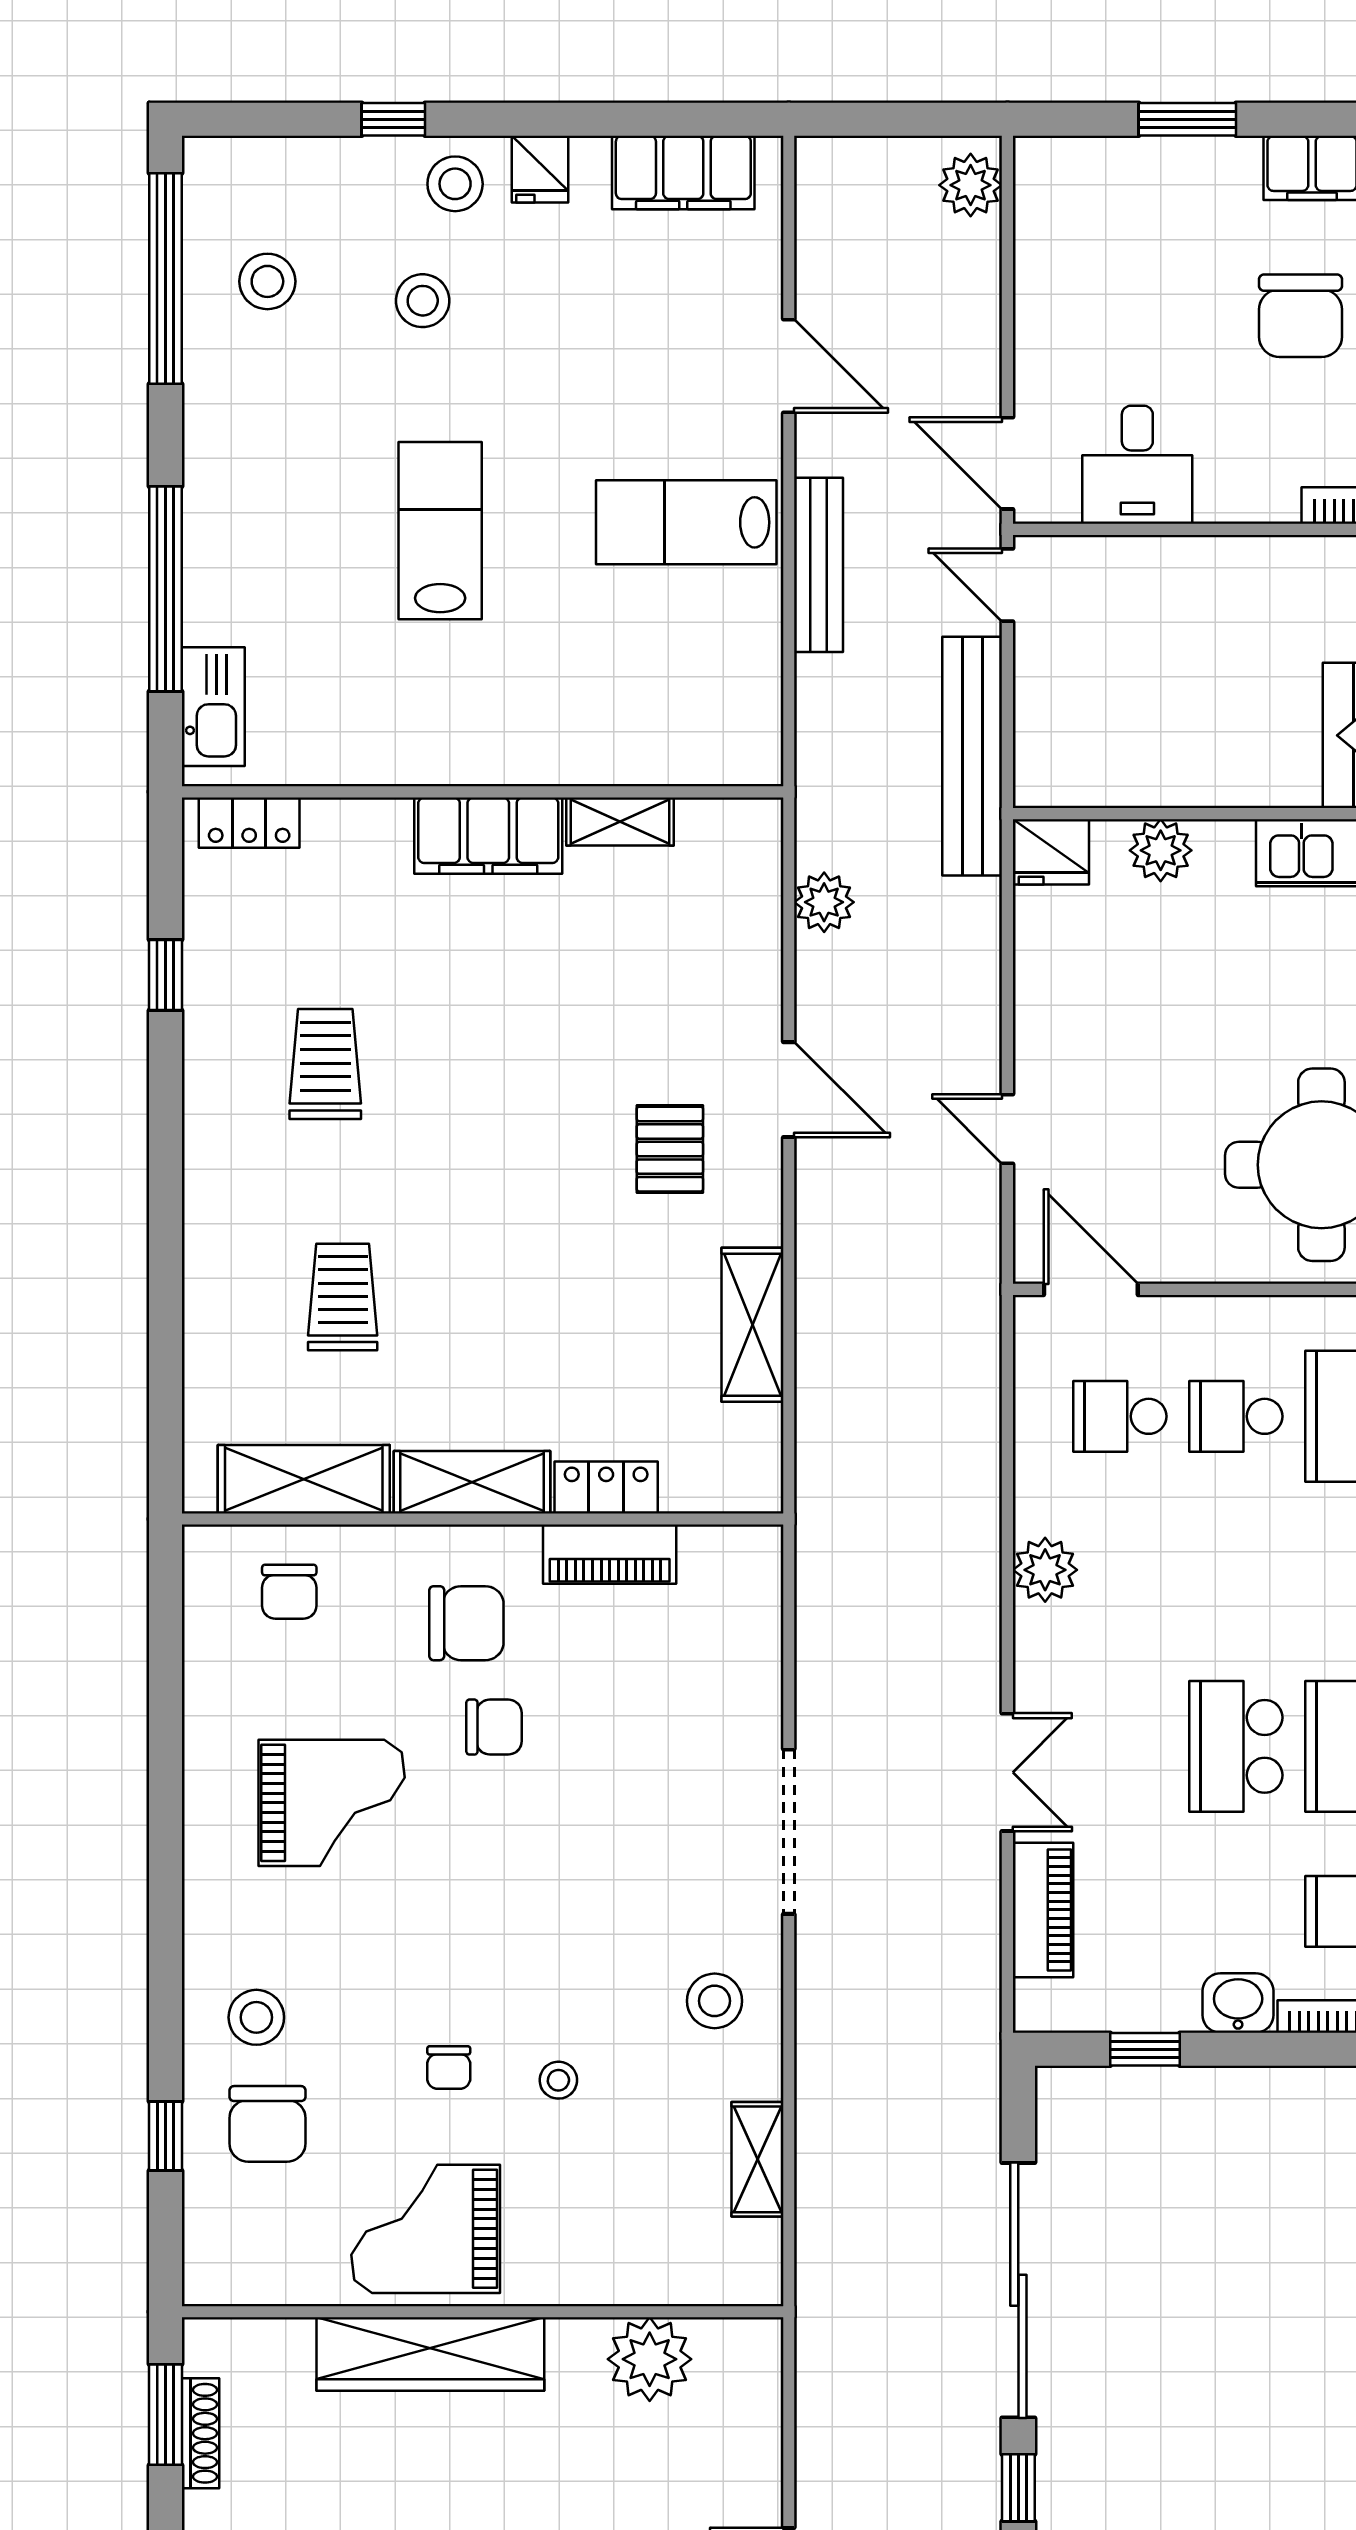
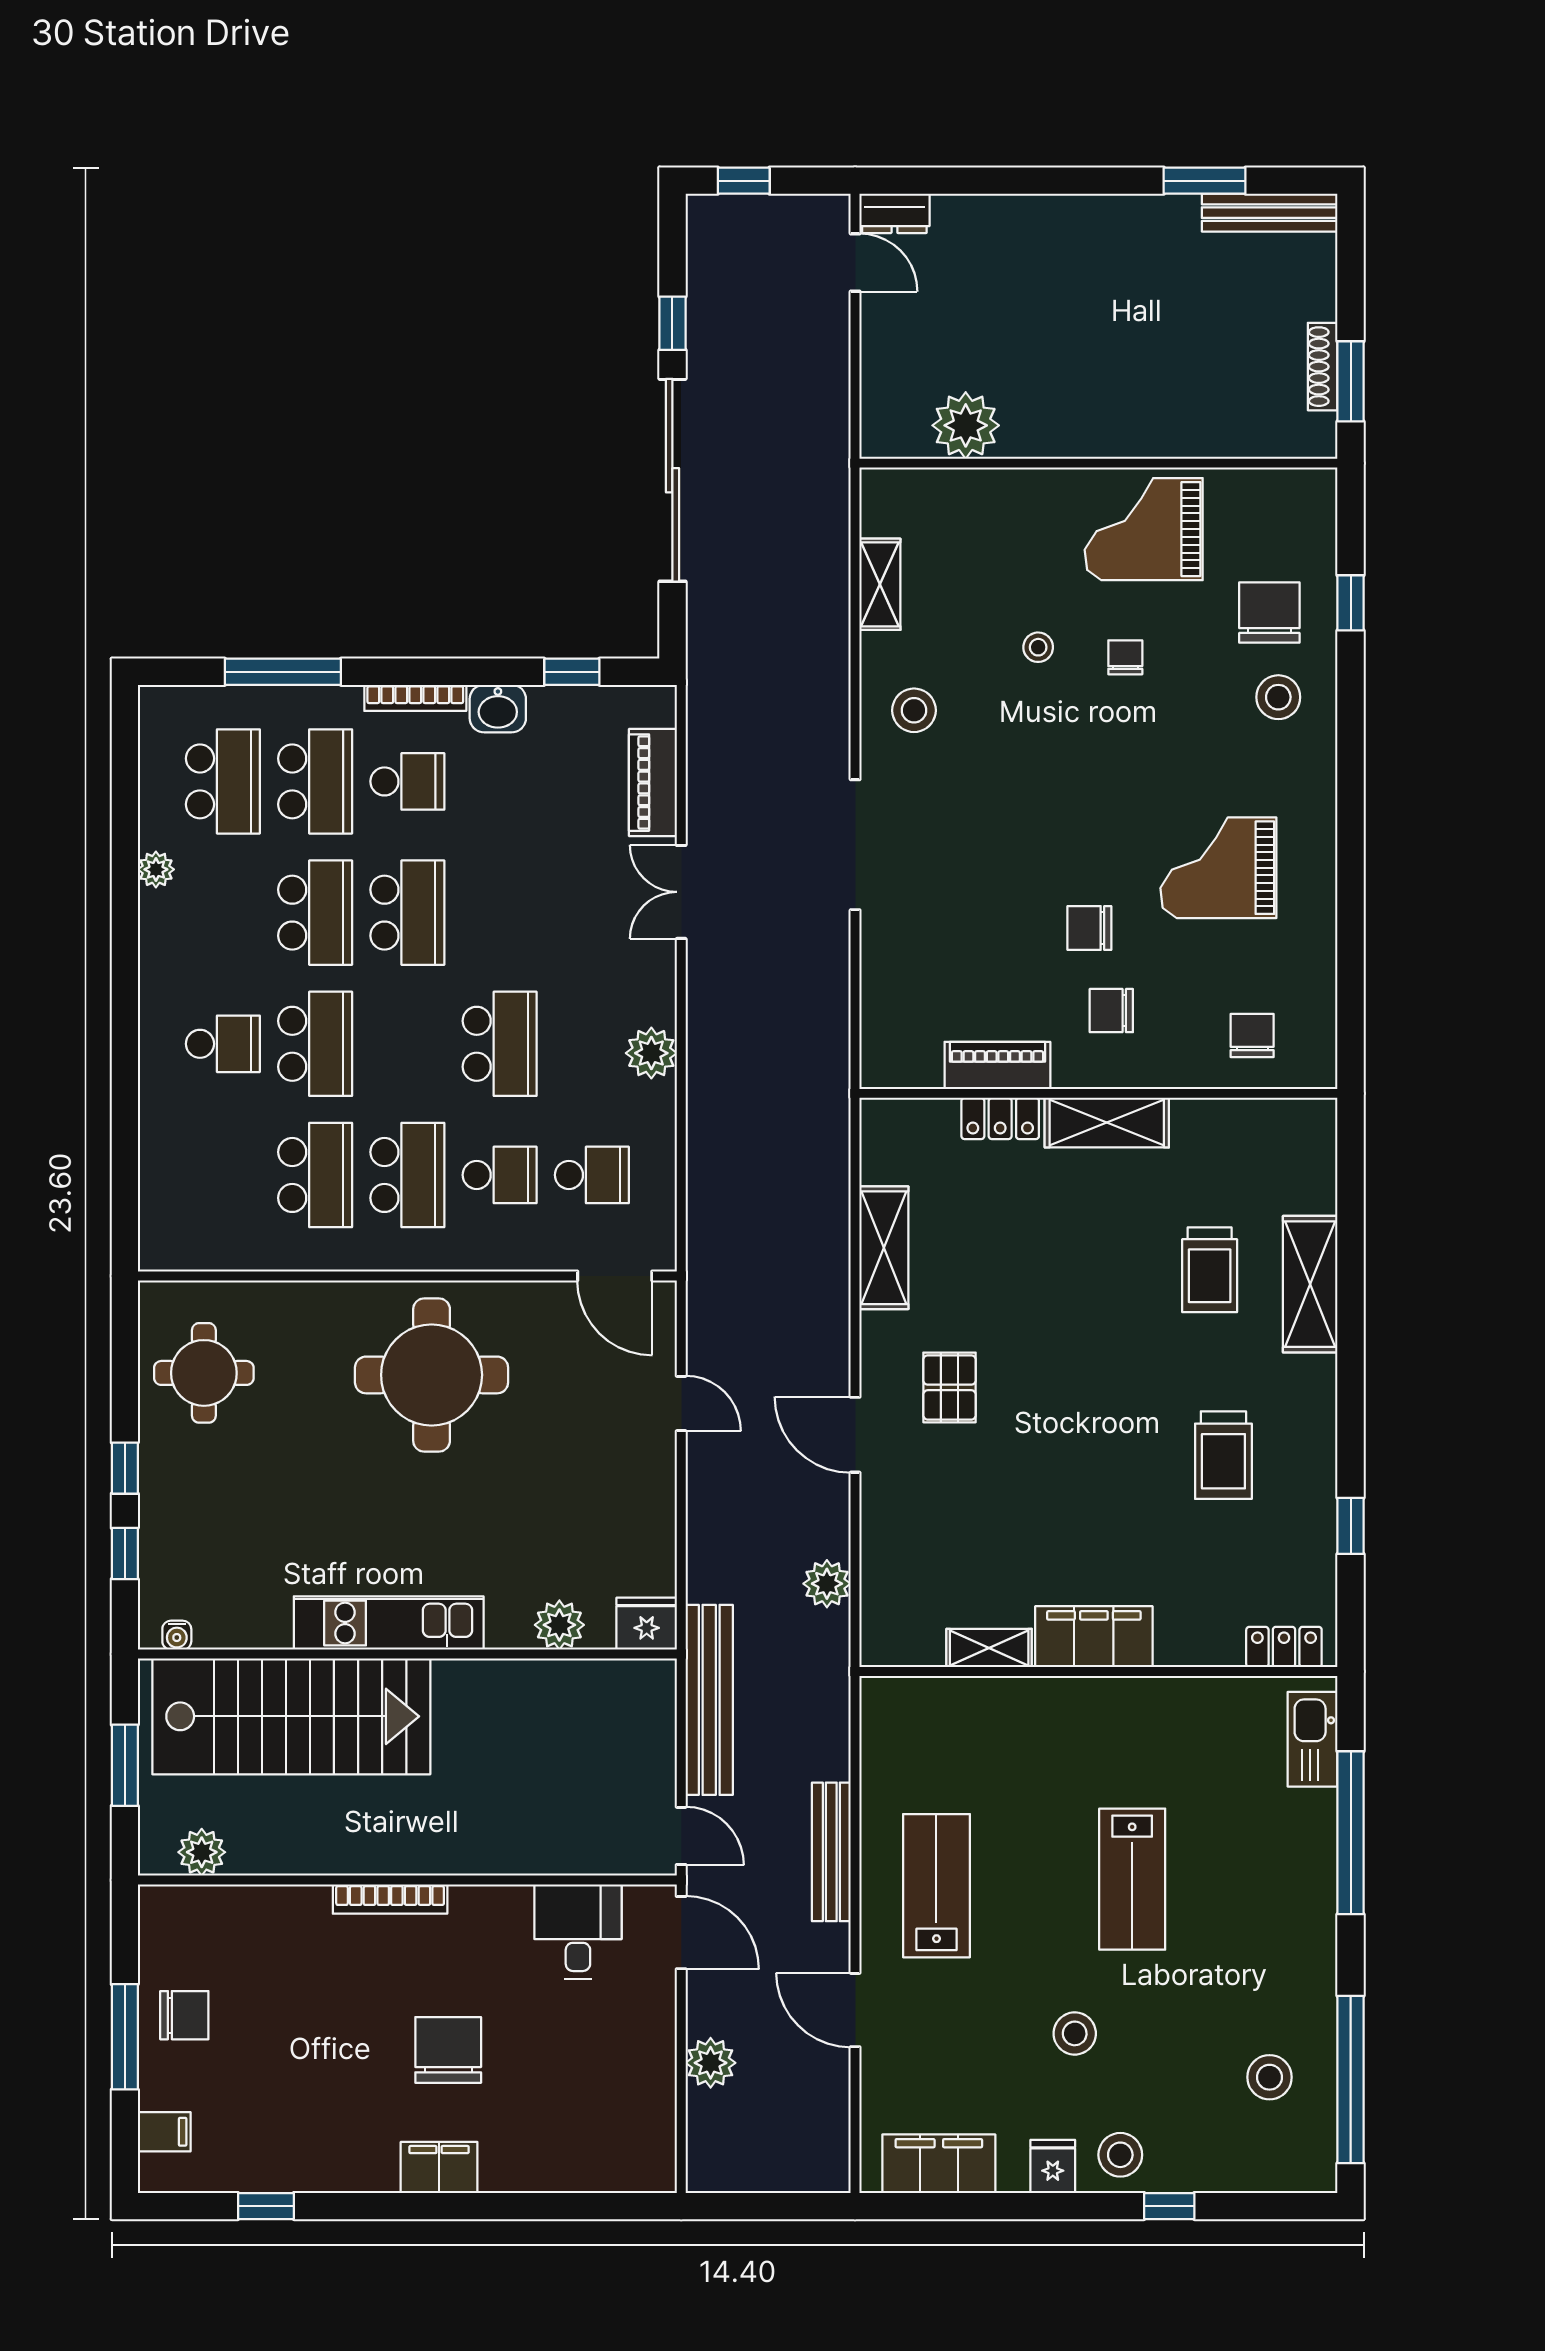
window: (1187, 119) -> (538, 2206), removed
plant: (971, 185) -> (711, 2063), moved
stool: (423, 301) -> (1075, 2033), moved
lab bench: (686, 522) -> (936, 1886), turned -90
shelving: (304, 1479) -> (1310, 1284), moved, turned 90
chair: (466, 1623) -> (1111, 1011), width x0.73, depth x0.73
school desk: (1236, 1746) -> (500, 1044), moved
grand piano: (426, 2229) -> (1144, 529), turned 180
wardrobe: (430, 2354) -> (1140, 430), removed

